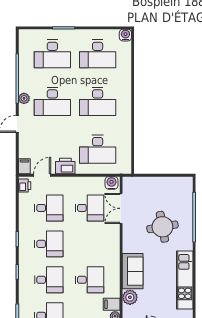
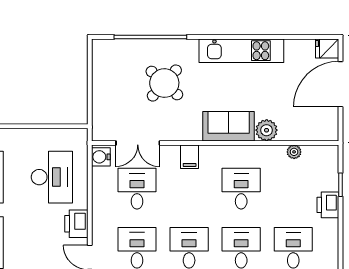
round table: (162, 227) -> (164, 83), turned -38
filing cabinet: (112, 304) -> (190, 157), moved

